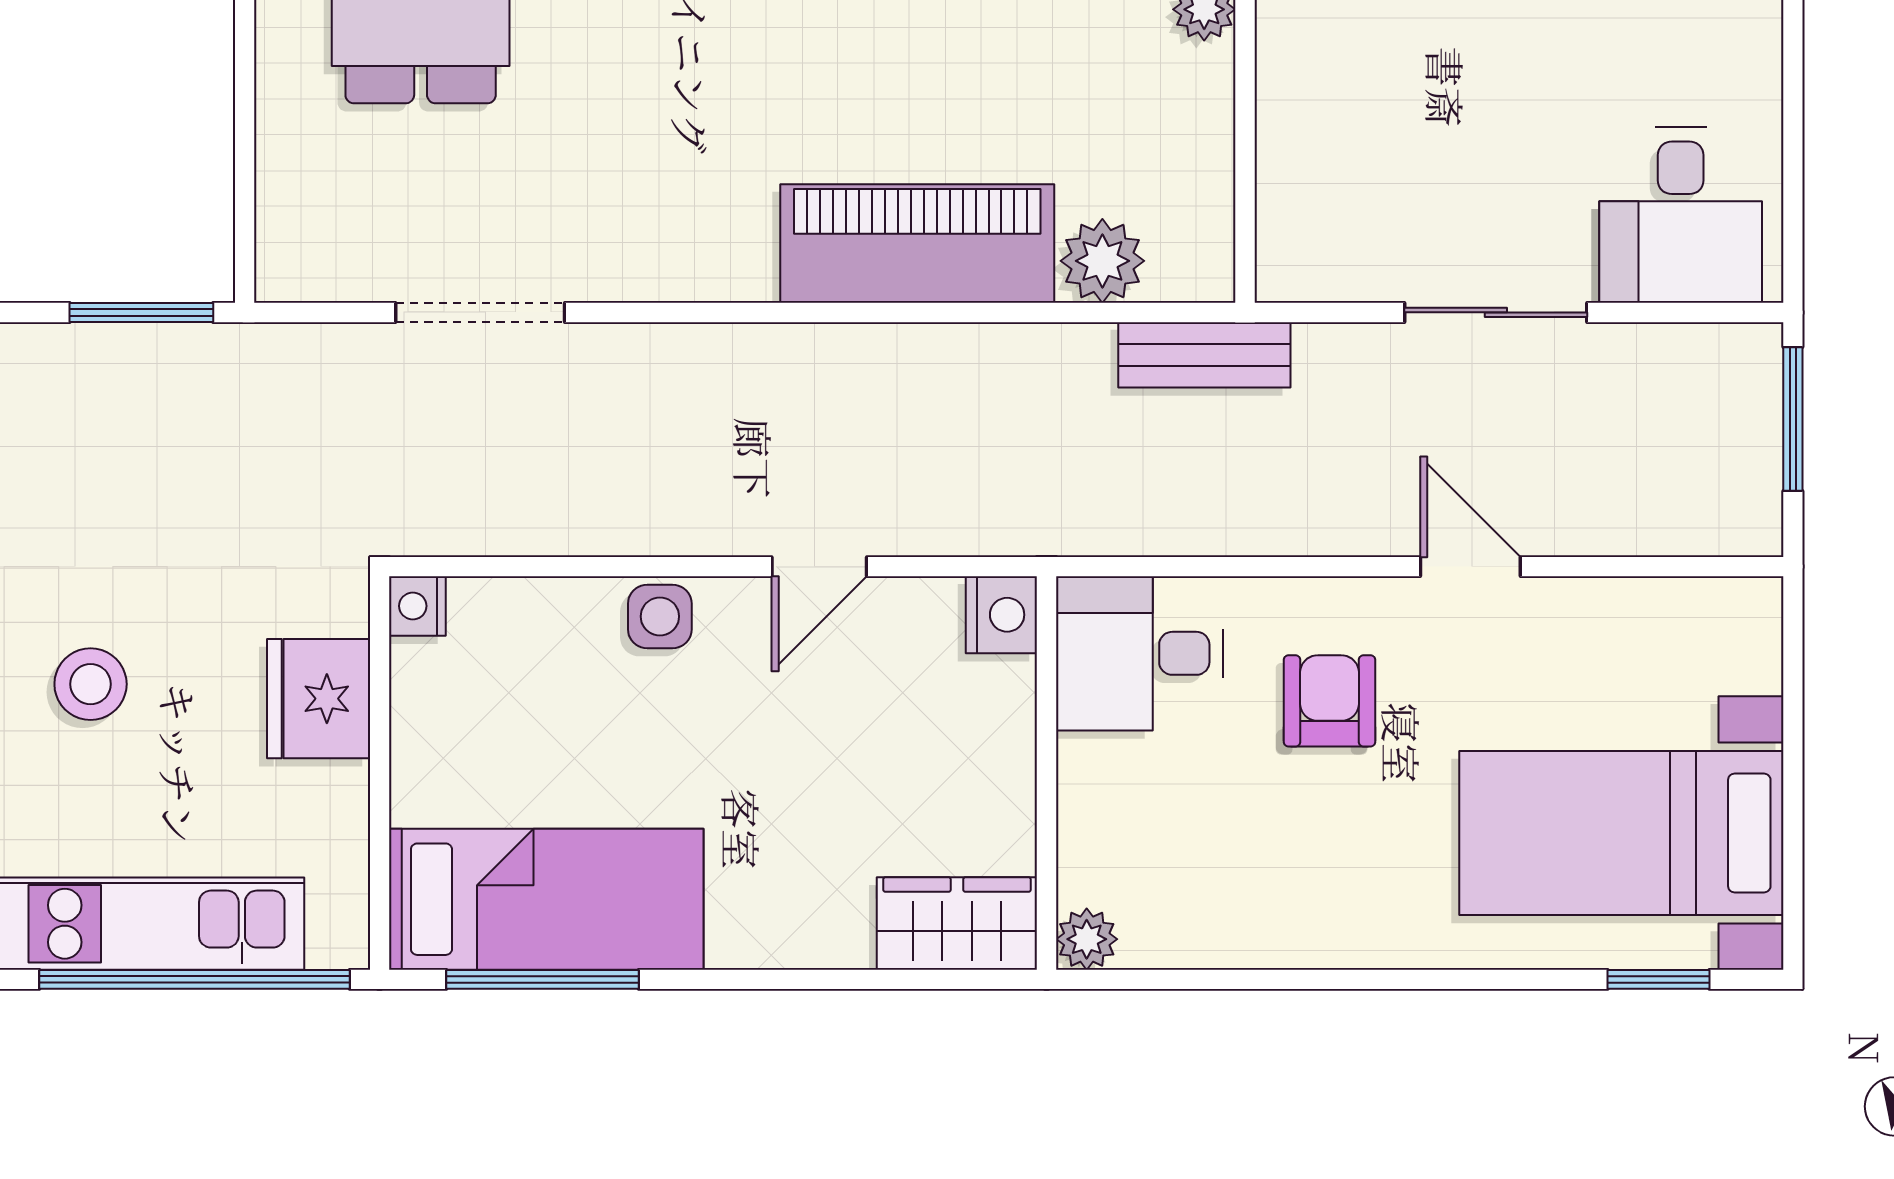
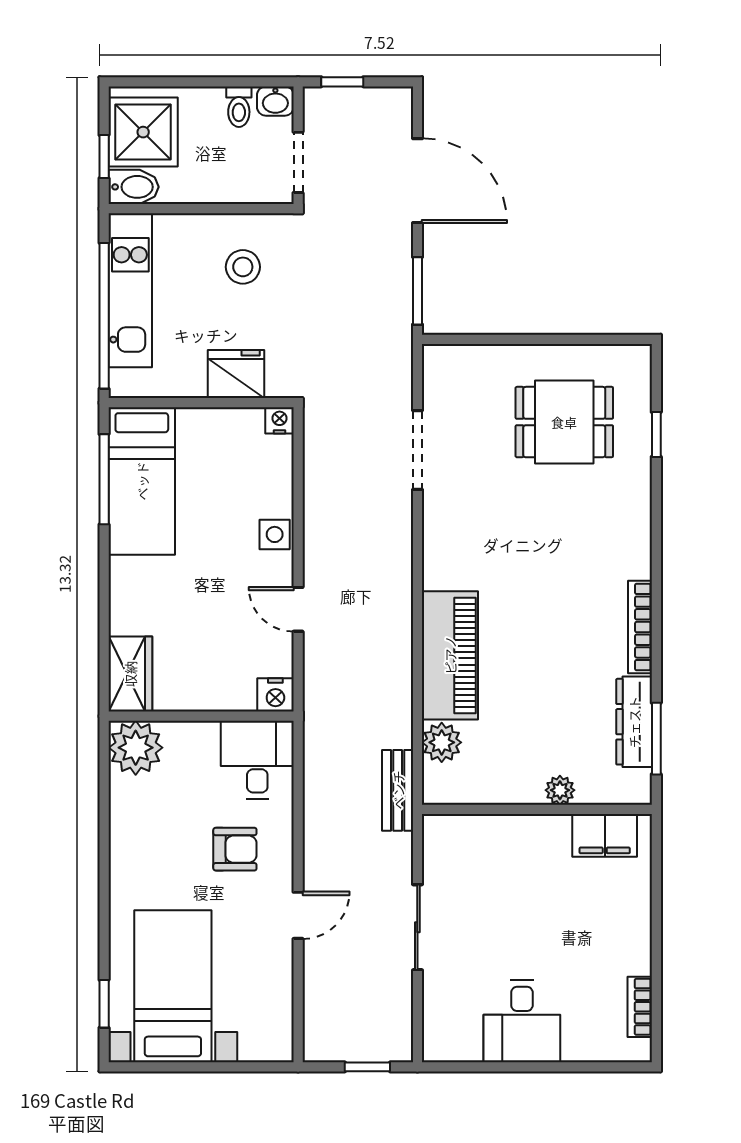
desk: (1681, 215) -> (522, 1021), moved, turned -90
window: (1793, 419) -> (367, 1067), width x0.67
plant: (1087, 939) -> (136, 748), width x1.87, depth x1.87

